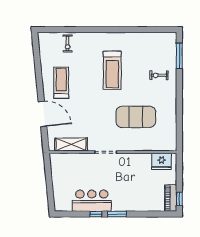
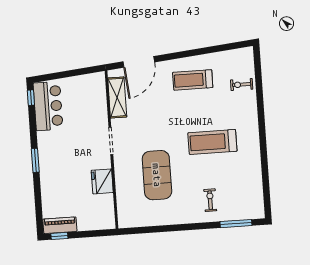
treadmill: (61, 83) -> (193, 80), turned 180
door: (42, 114) -> (139, 62), moved
fridge: (162, 161) -> (102, 181), moved
bar counter: (92, 201) -> (48, 106), moved
window: (96, 214) -> (31, 98), moved

